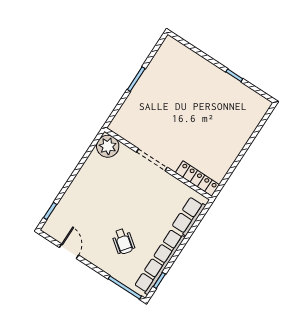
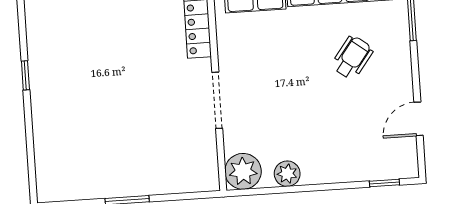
plant: (90, 167) -> (287, 174), added

